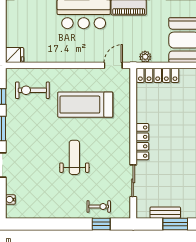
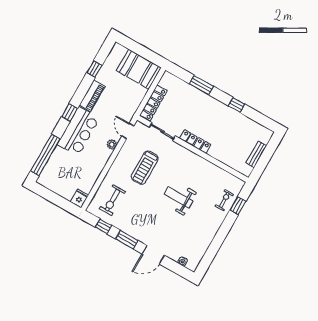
plant: (145, 57) -> (112, 144), moved
treadmill: (85, 105) -> (145, 168), width x0.73, depth x0.73
sliding door: (133, 181) -> (162, 132), moved
window: (175, 224) -> (269, 152), removed

